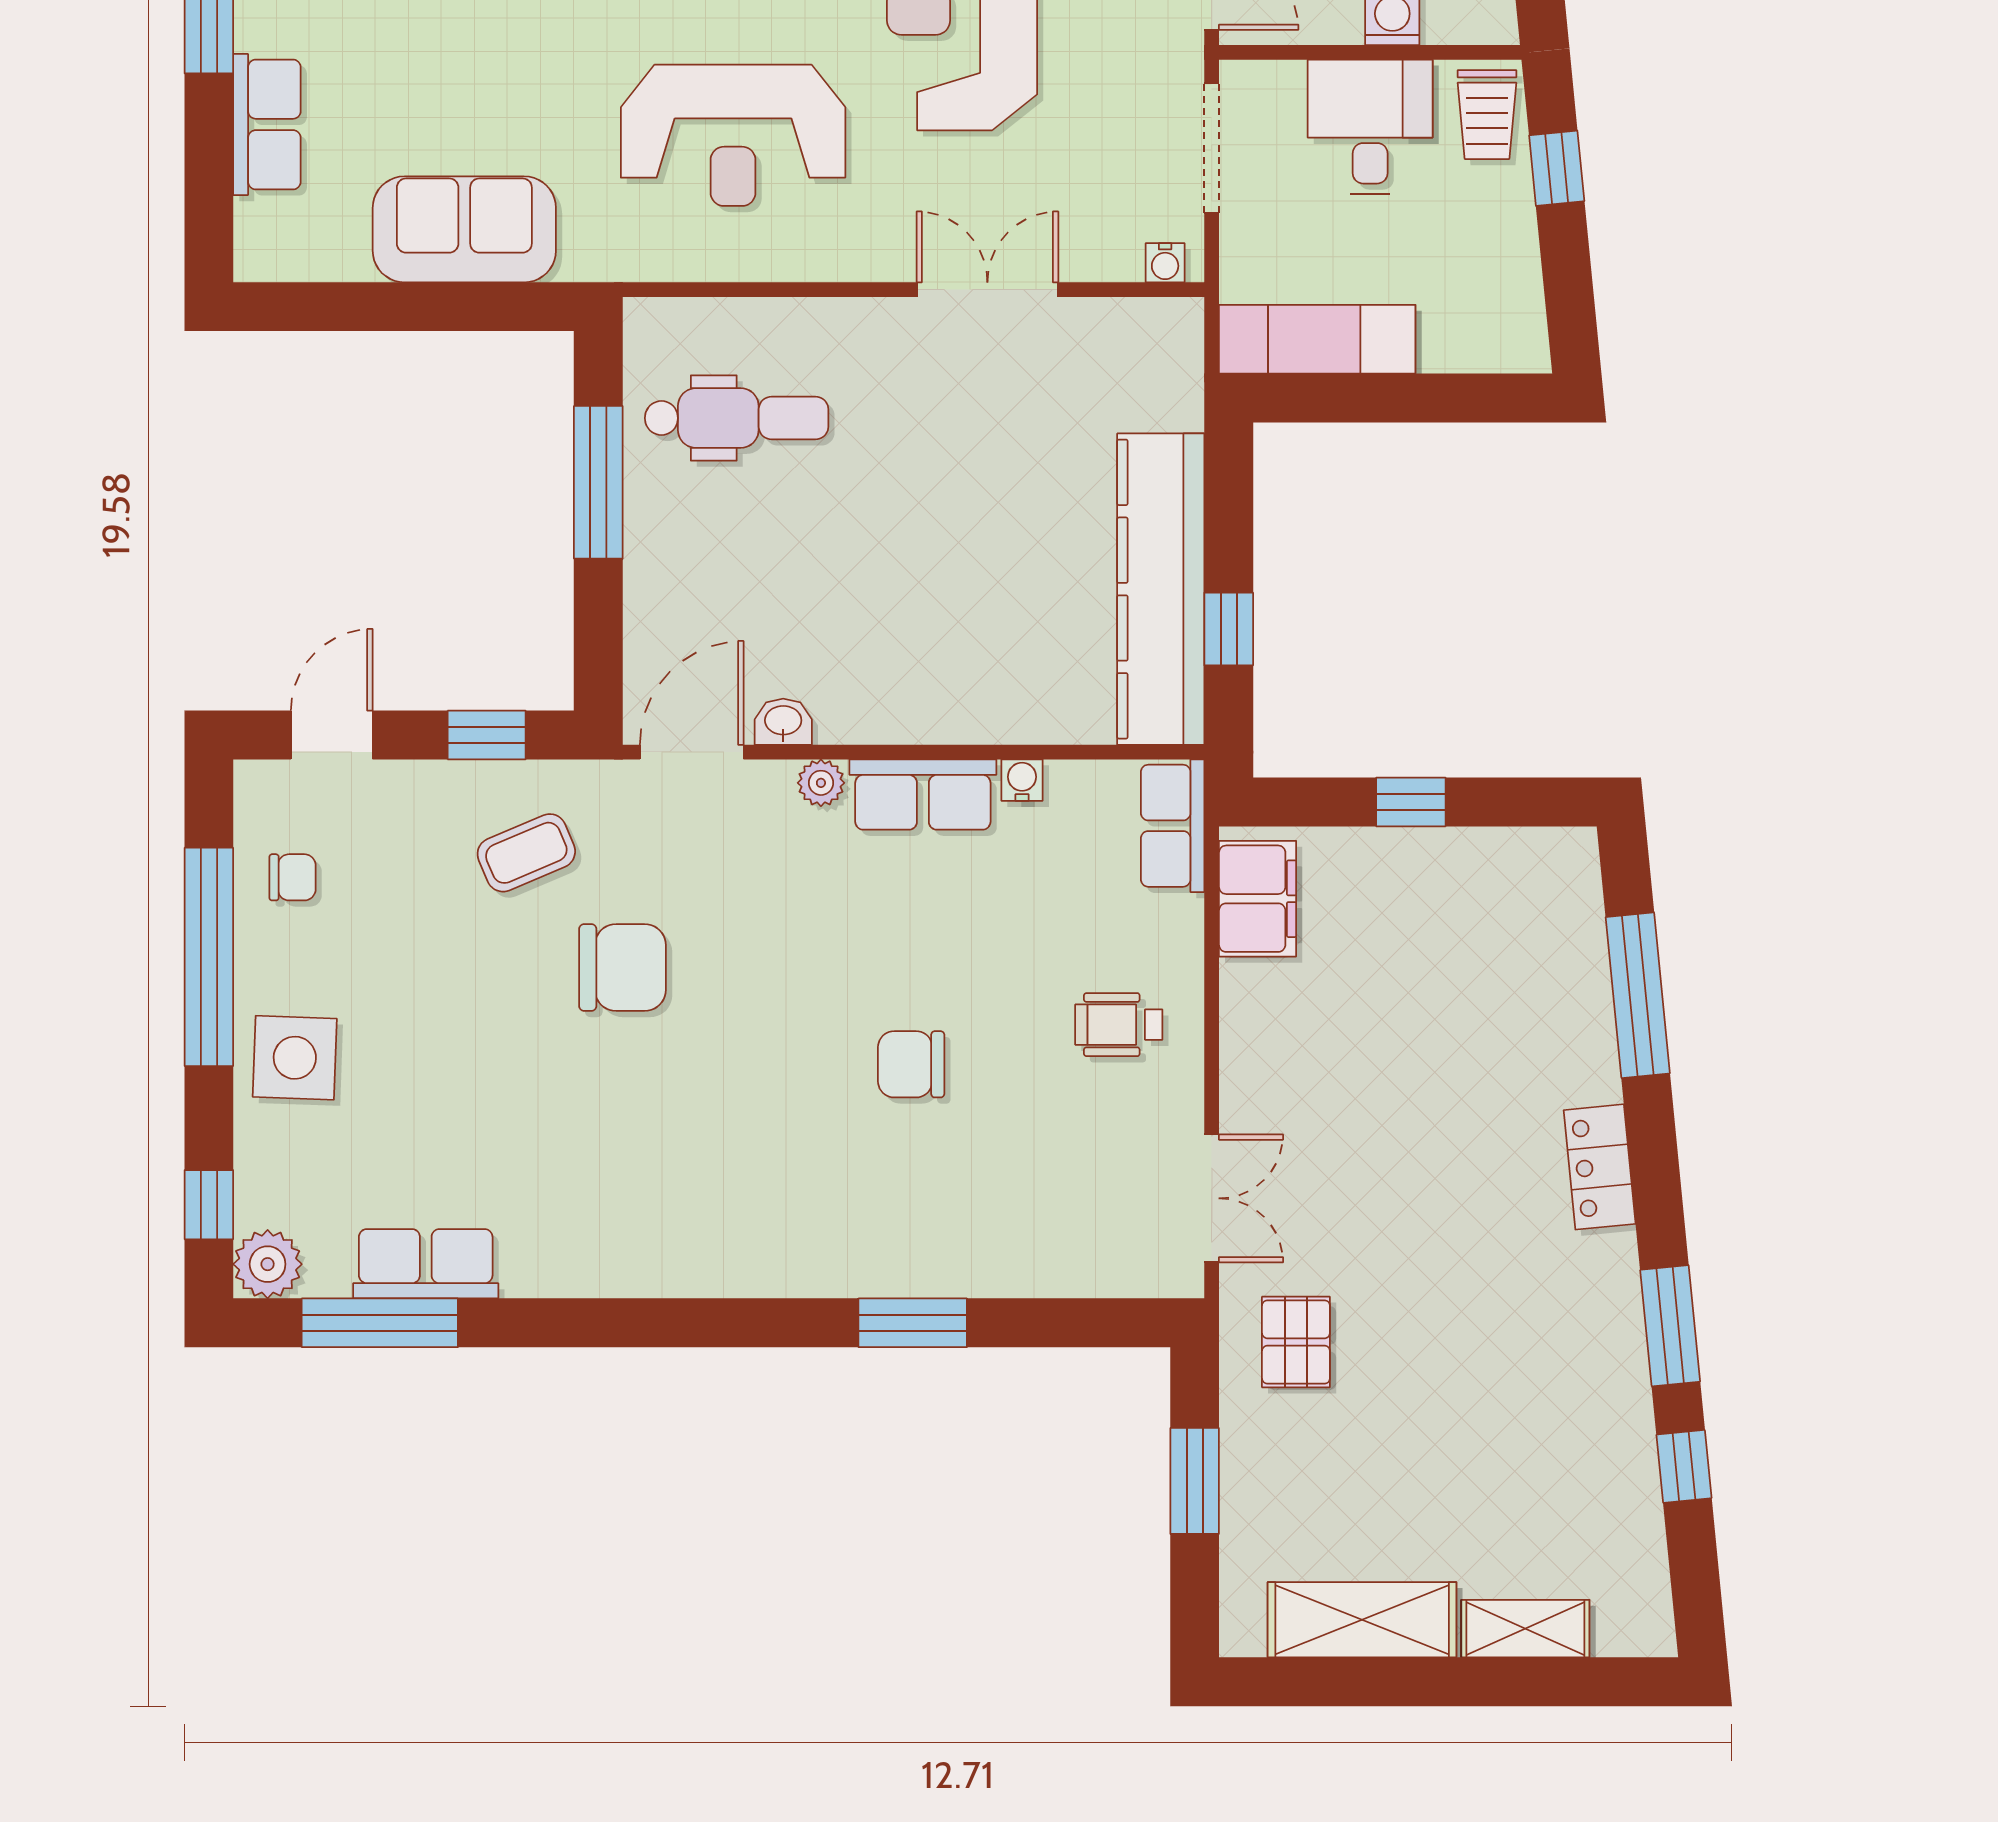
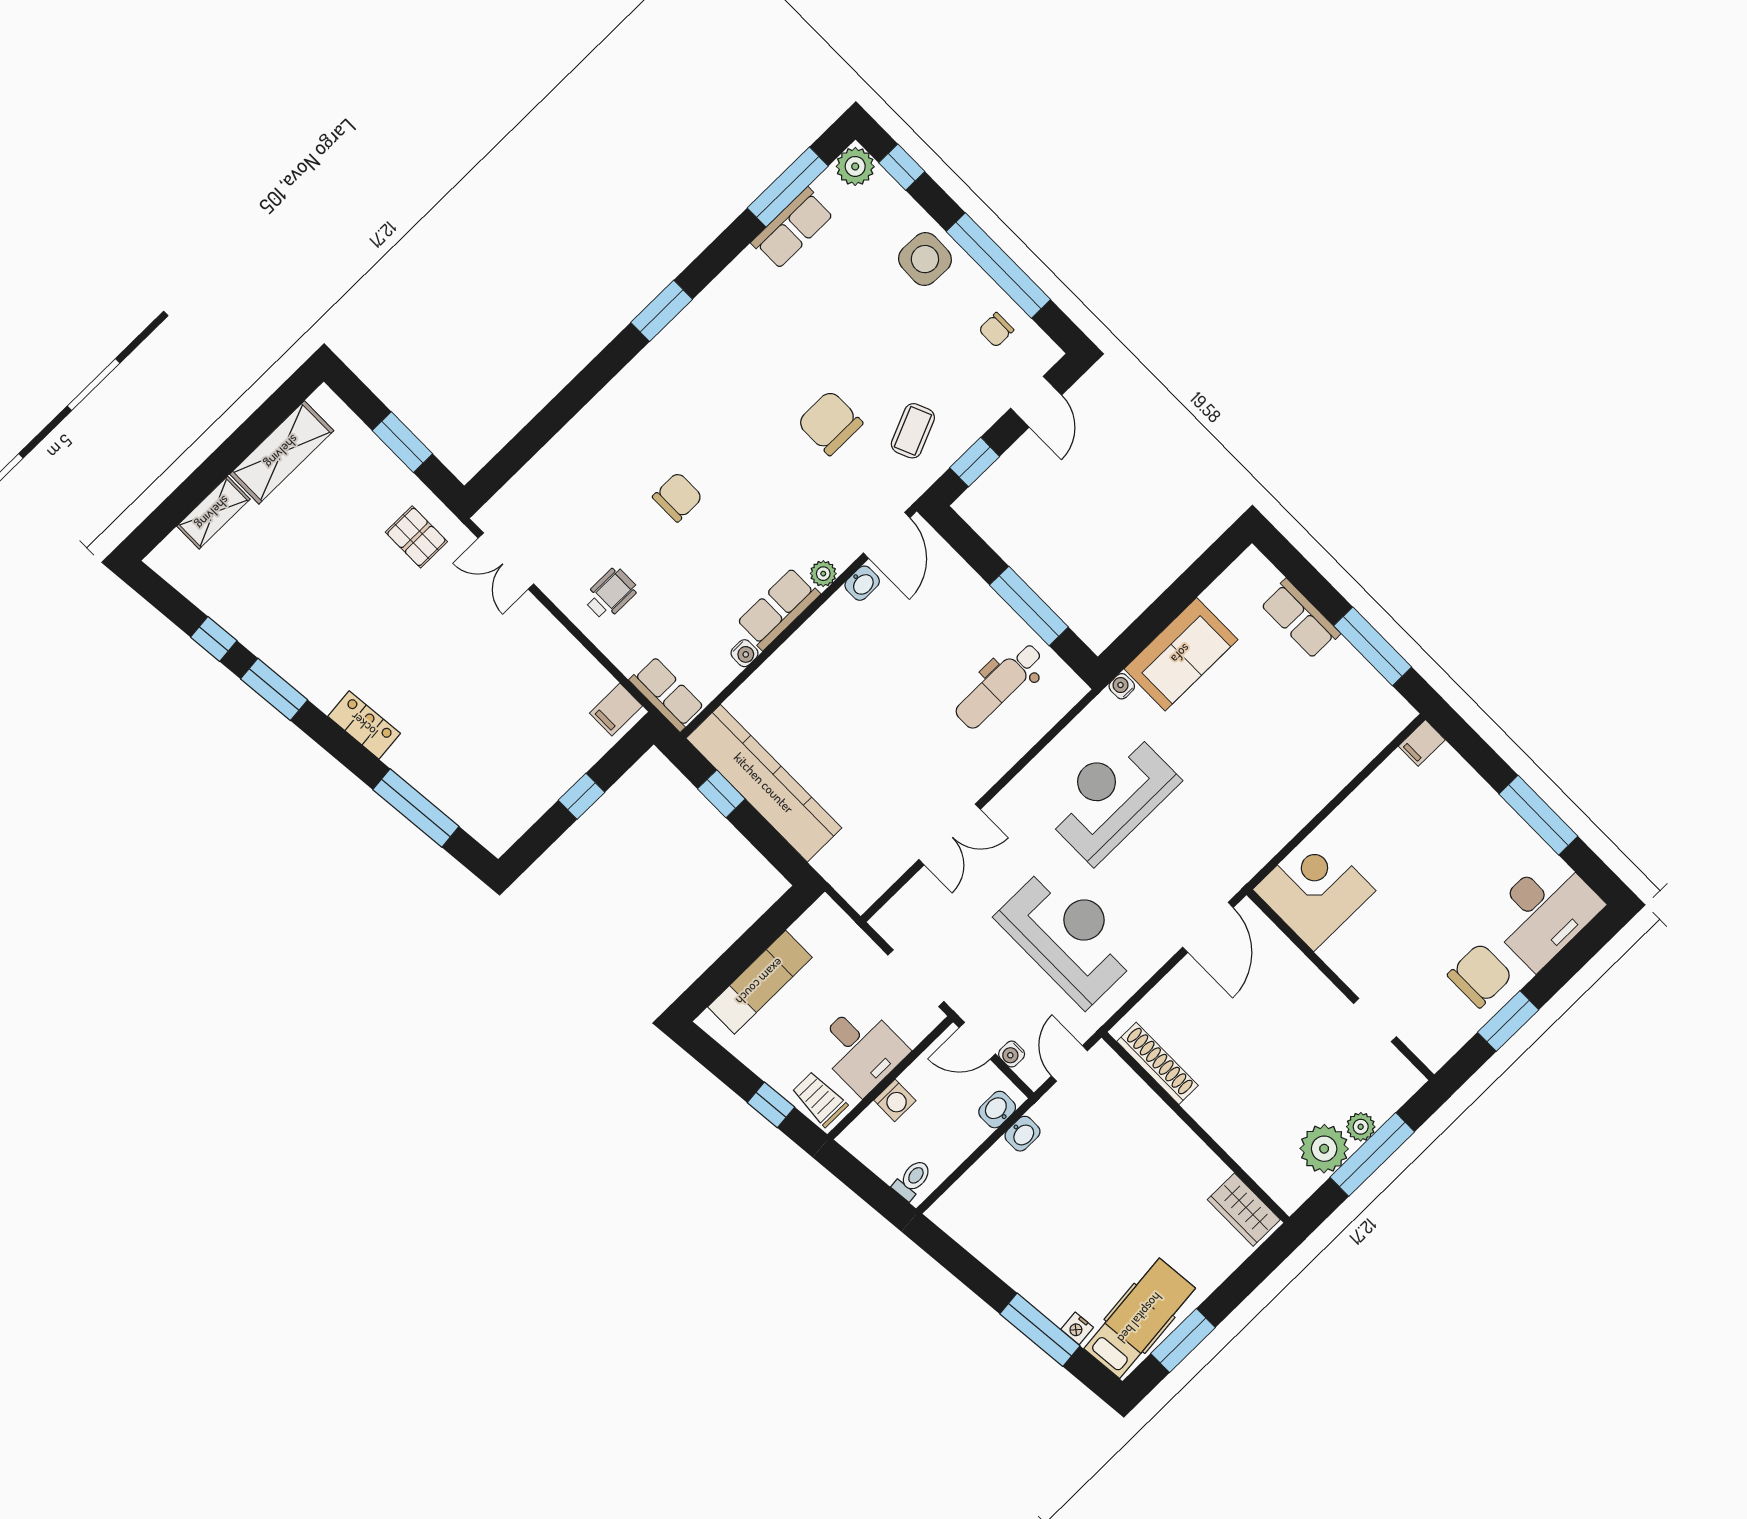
water cooler: (1165, 263) -> (1122, 686), moved
exam couch: (1317, 339) -> (760, 982), moved
filing cabinet: (1258, 899) -> (616, 709), width x0.50
chair: (622, 967) -> (830, 423), turned 90
window: (913, 1323) -> (662, 311), moved

